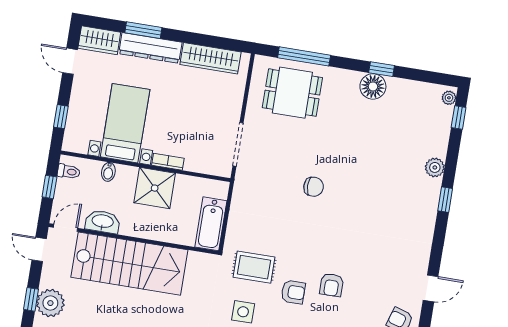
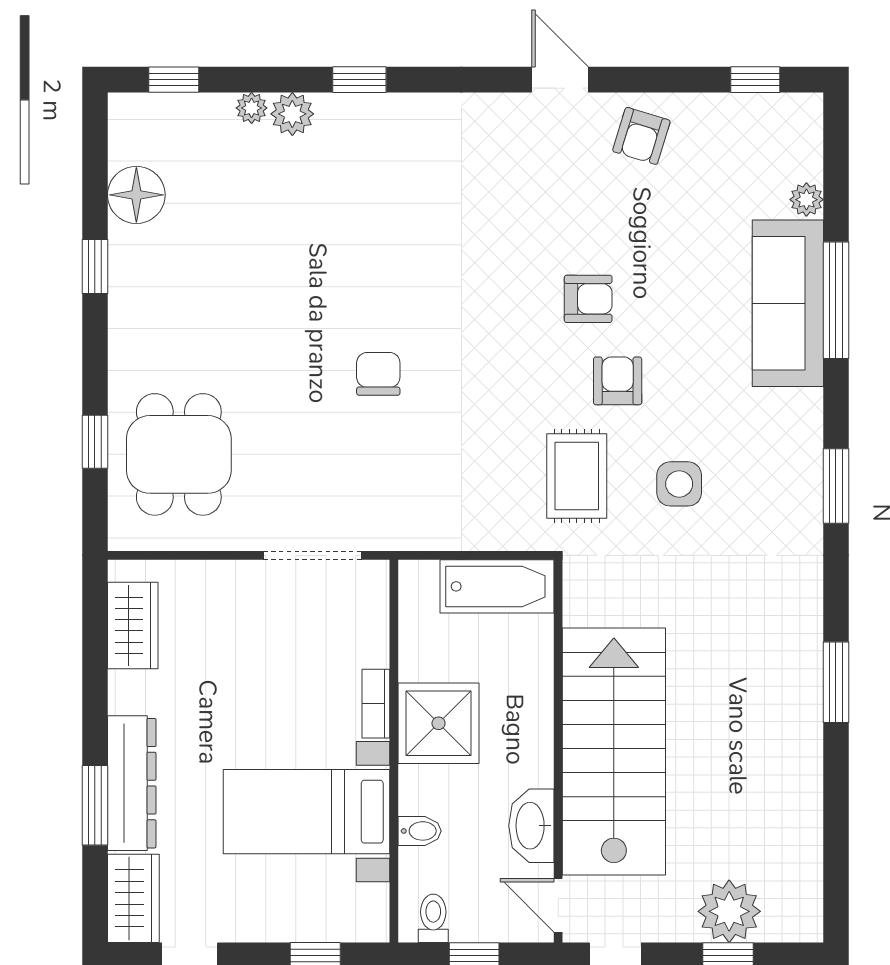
window: (304, 56) -> (95, 442), width x0.46
wardrobe: (210, 58) -> (133, 625), width x0.67
floor lamp: (373, 86) -> (136, 195), moved
plant: (449, 98) -> (252, 108), moved

